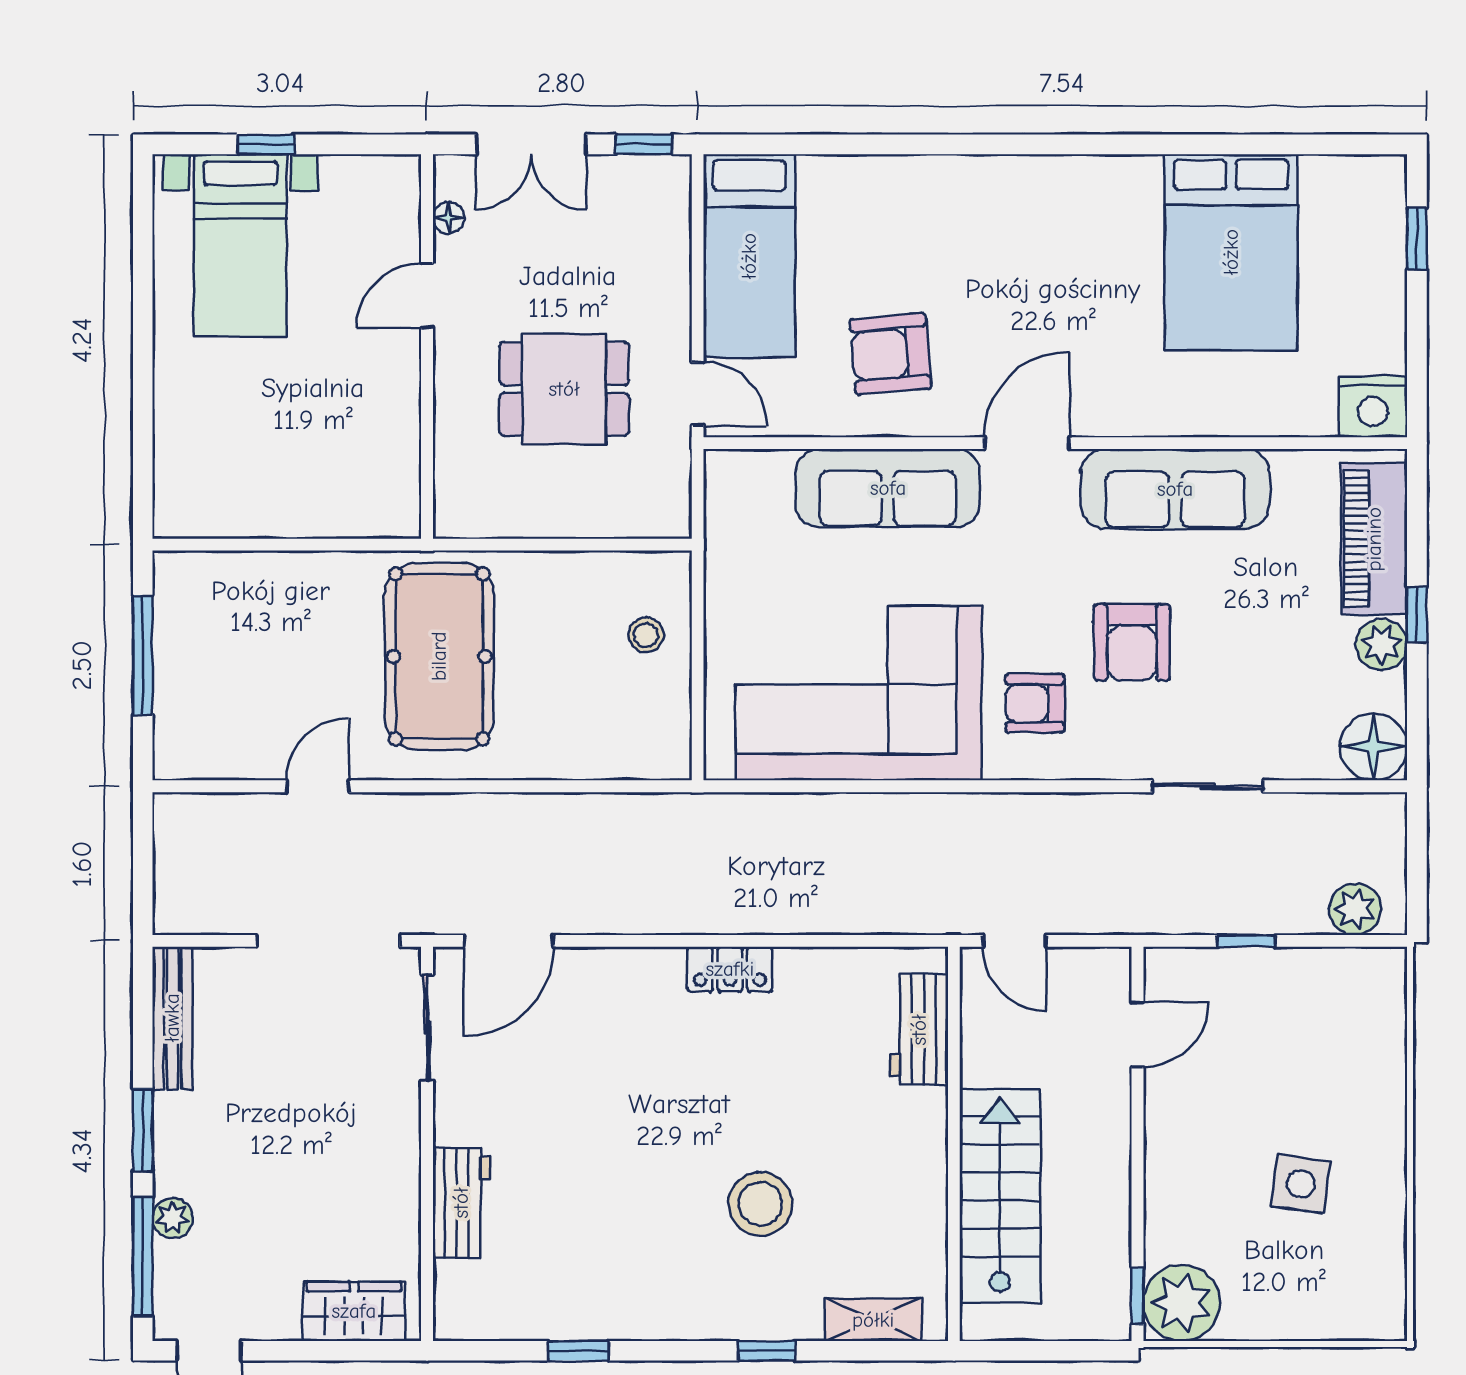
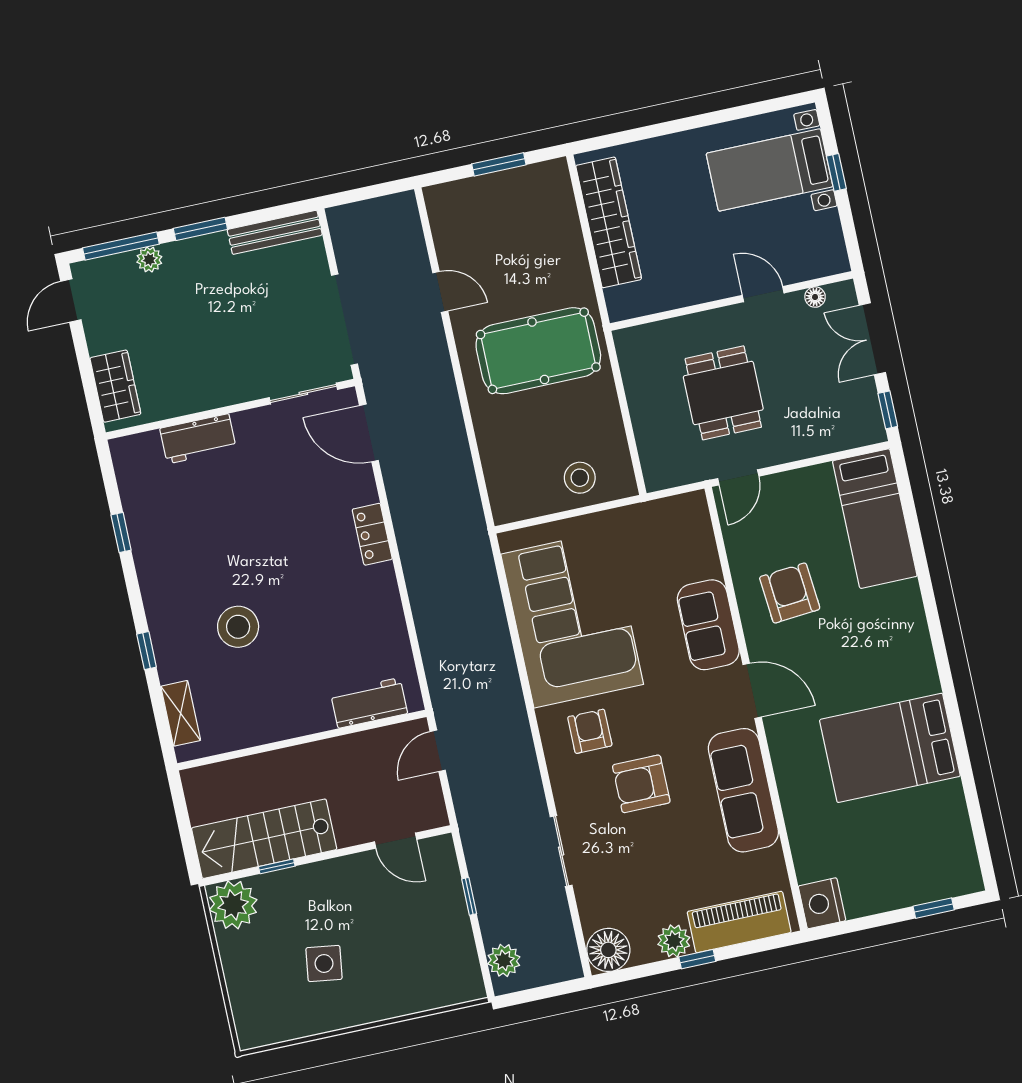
bed: (1231, 252) -> (890, 748), moved
bed: (749, 256) -> (875, 519), moved, turned -90
sofa: (888, 488) -> (708, 625), width x0.73
wardrobe: (267, 507) -> (609, 222), added
stool: (646, 635) -> (580, 478), width x1.37, depth x1.37
window: (143, 655) -> (499, 164), width x0.69
locker: (730, 969) -> (372, 534), moved
stairs: (1000, 1196) -> (264, 839), moved, turned 180
window: (1137, 1296) -> (277, 866), moved

